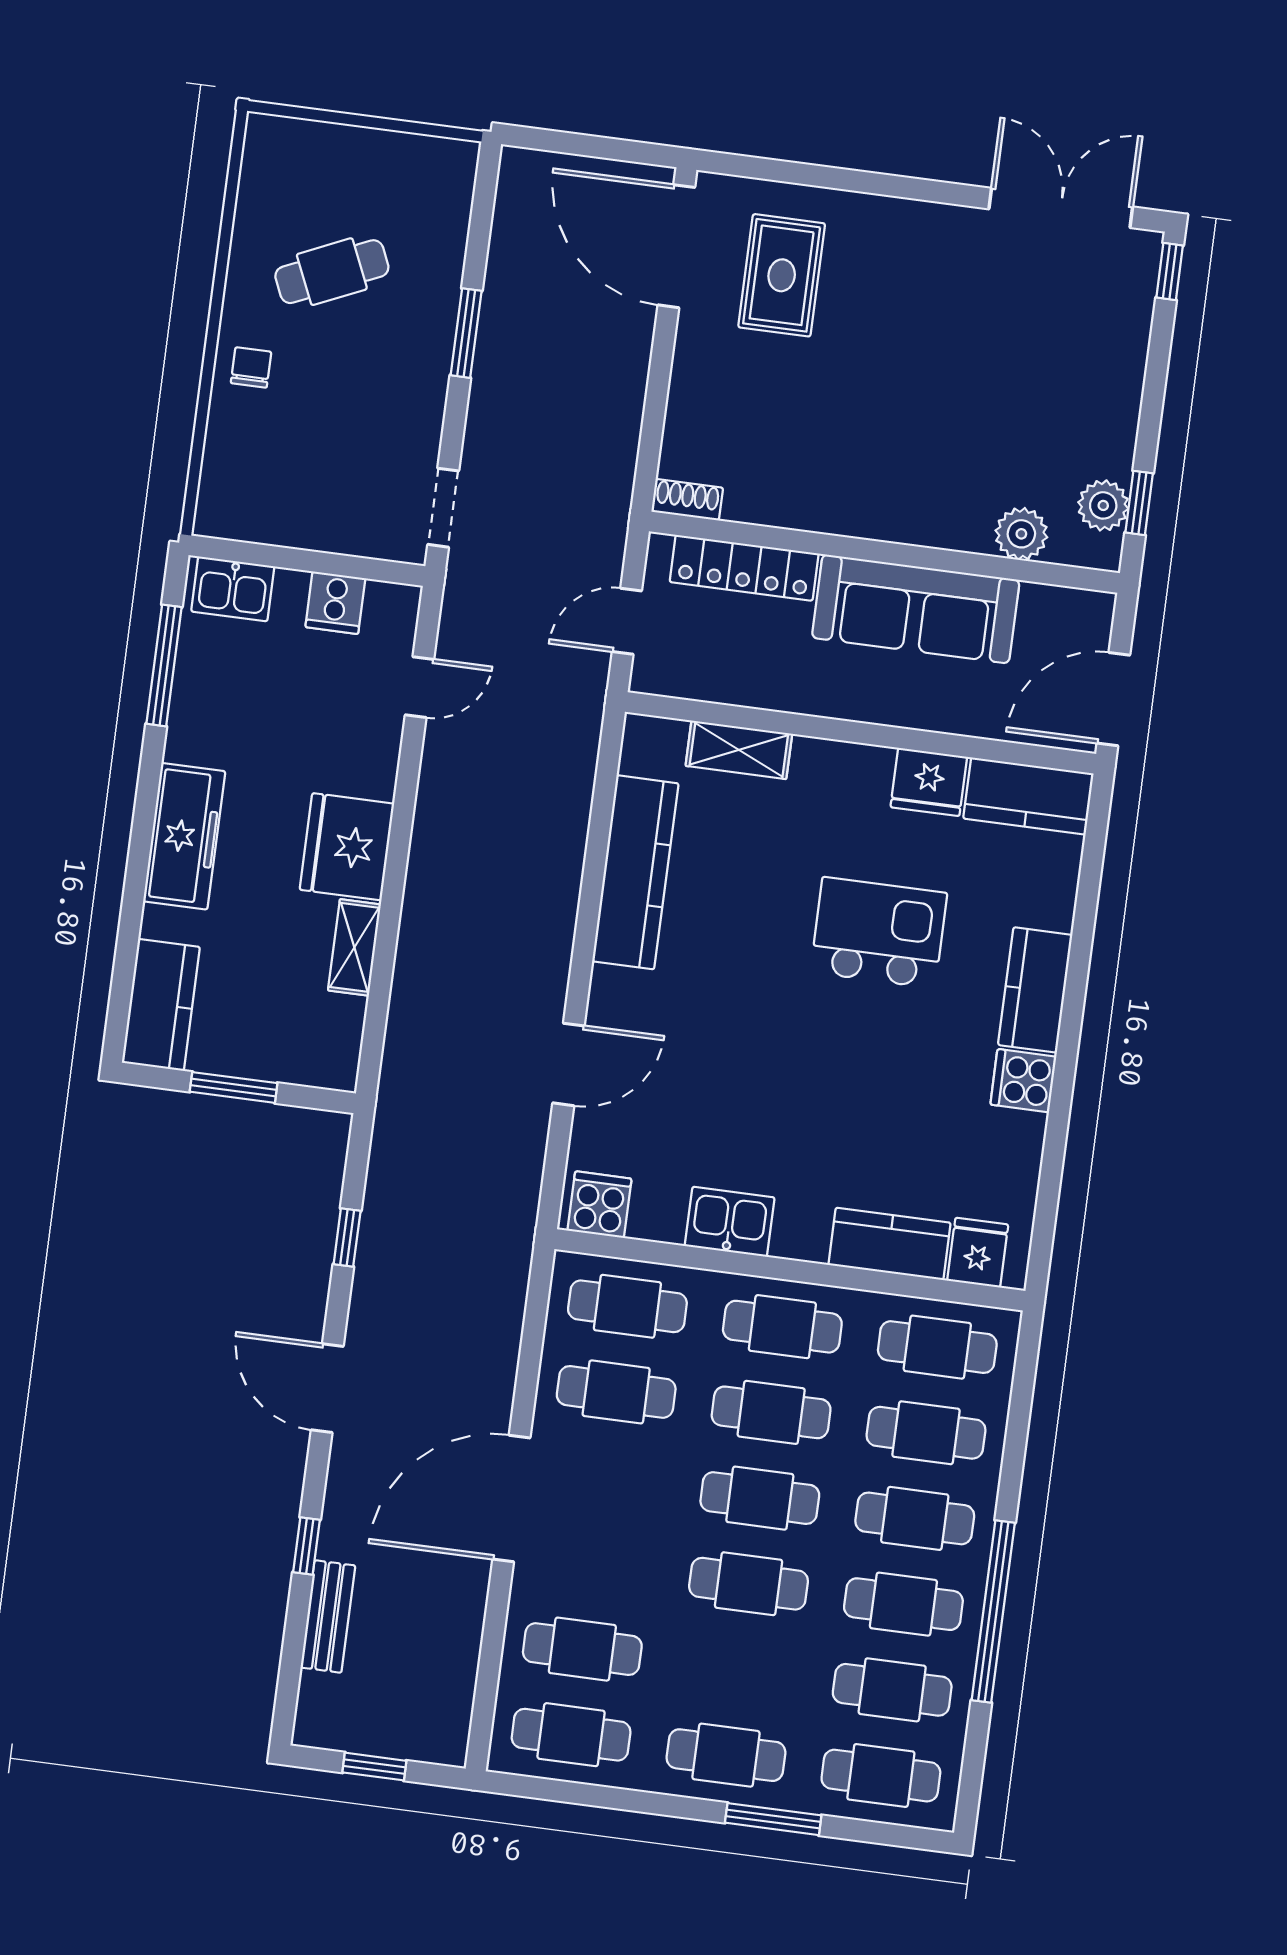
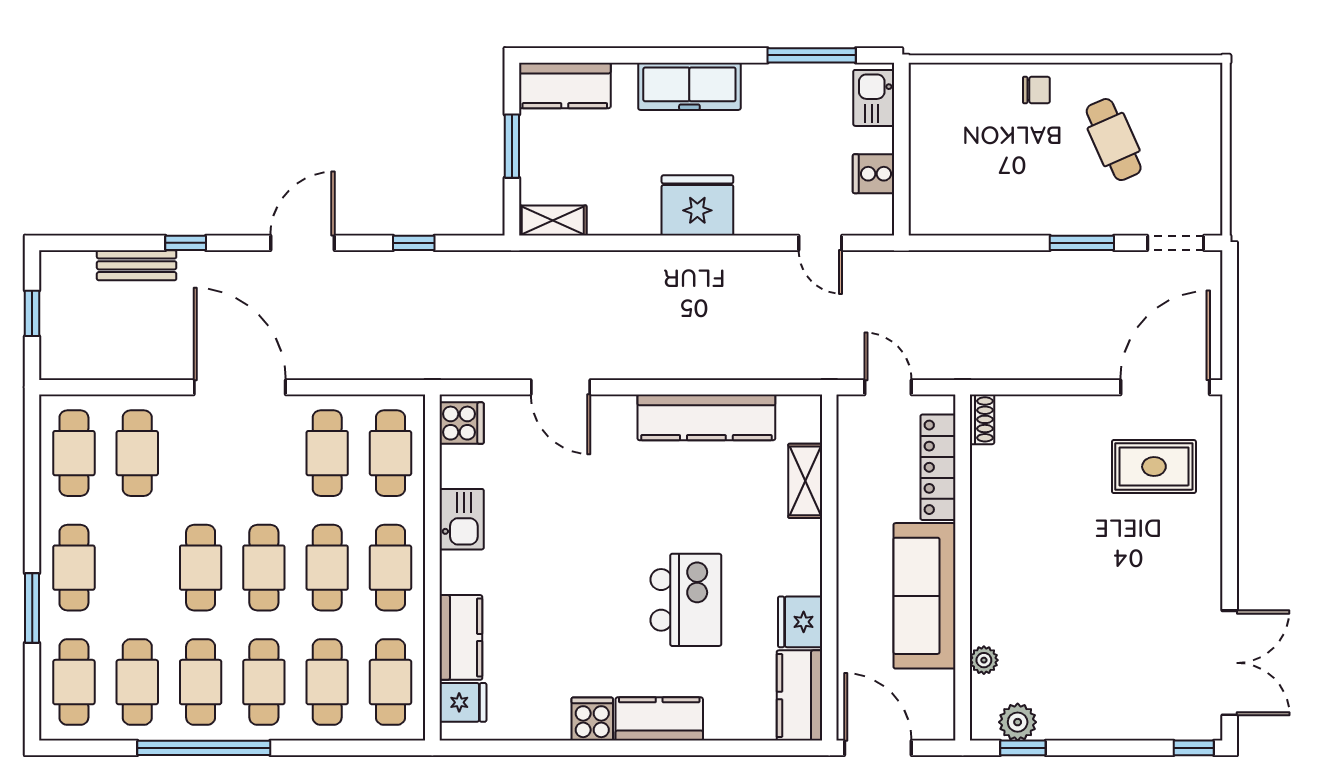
doorway: (443, 508) -> (1176, 243), moved
plant: (1021, 534) -> (984, 660), width x0.73, depth x0.73
shelving: (354, 947) -> (553, 221), moved

